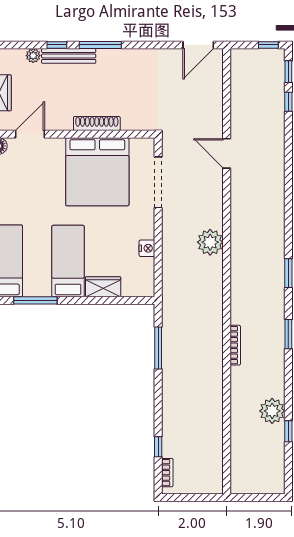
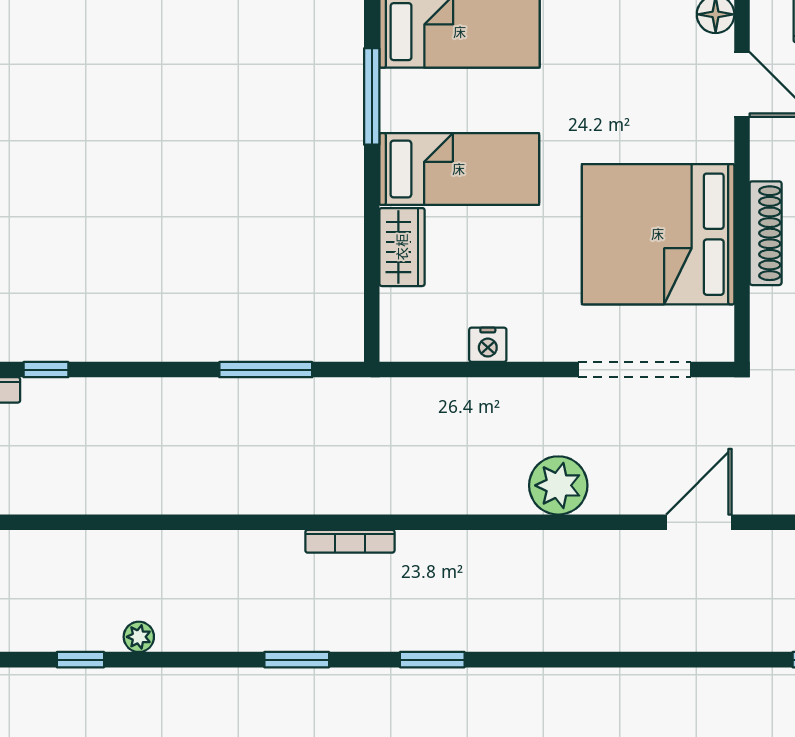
plant: (210, 242) -> (558, 485), moved
bookcase: (235, 345) -> (350, 541), moved
plant: (272, 411) -> (139, 637), width x0.53, depth x0.53

